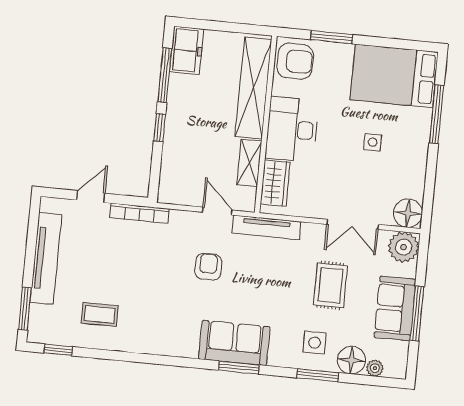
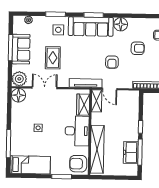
freezer: (187, 50) -> (131, 153), moved
bed: (394, 76) -> (30, 165), width x0.67
shelving: (249, 163) -> (96, 101), moved
armchair: (153, 291) -> (138, 48), added
sofa: (234, 343) -> (91, 27), width x1.36
floor lamp: (351, 360) -> (121, 24), moved

